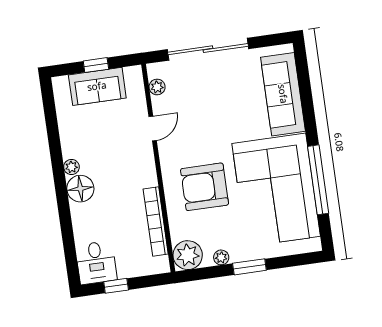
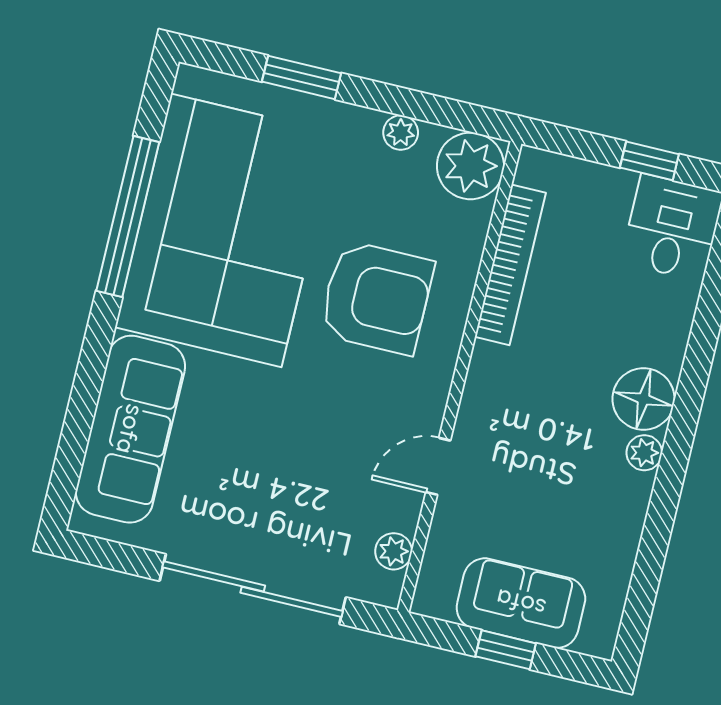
window: (249, 267) -> (302, 77), moved

